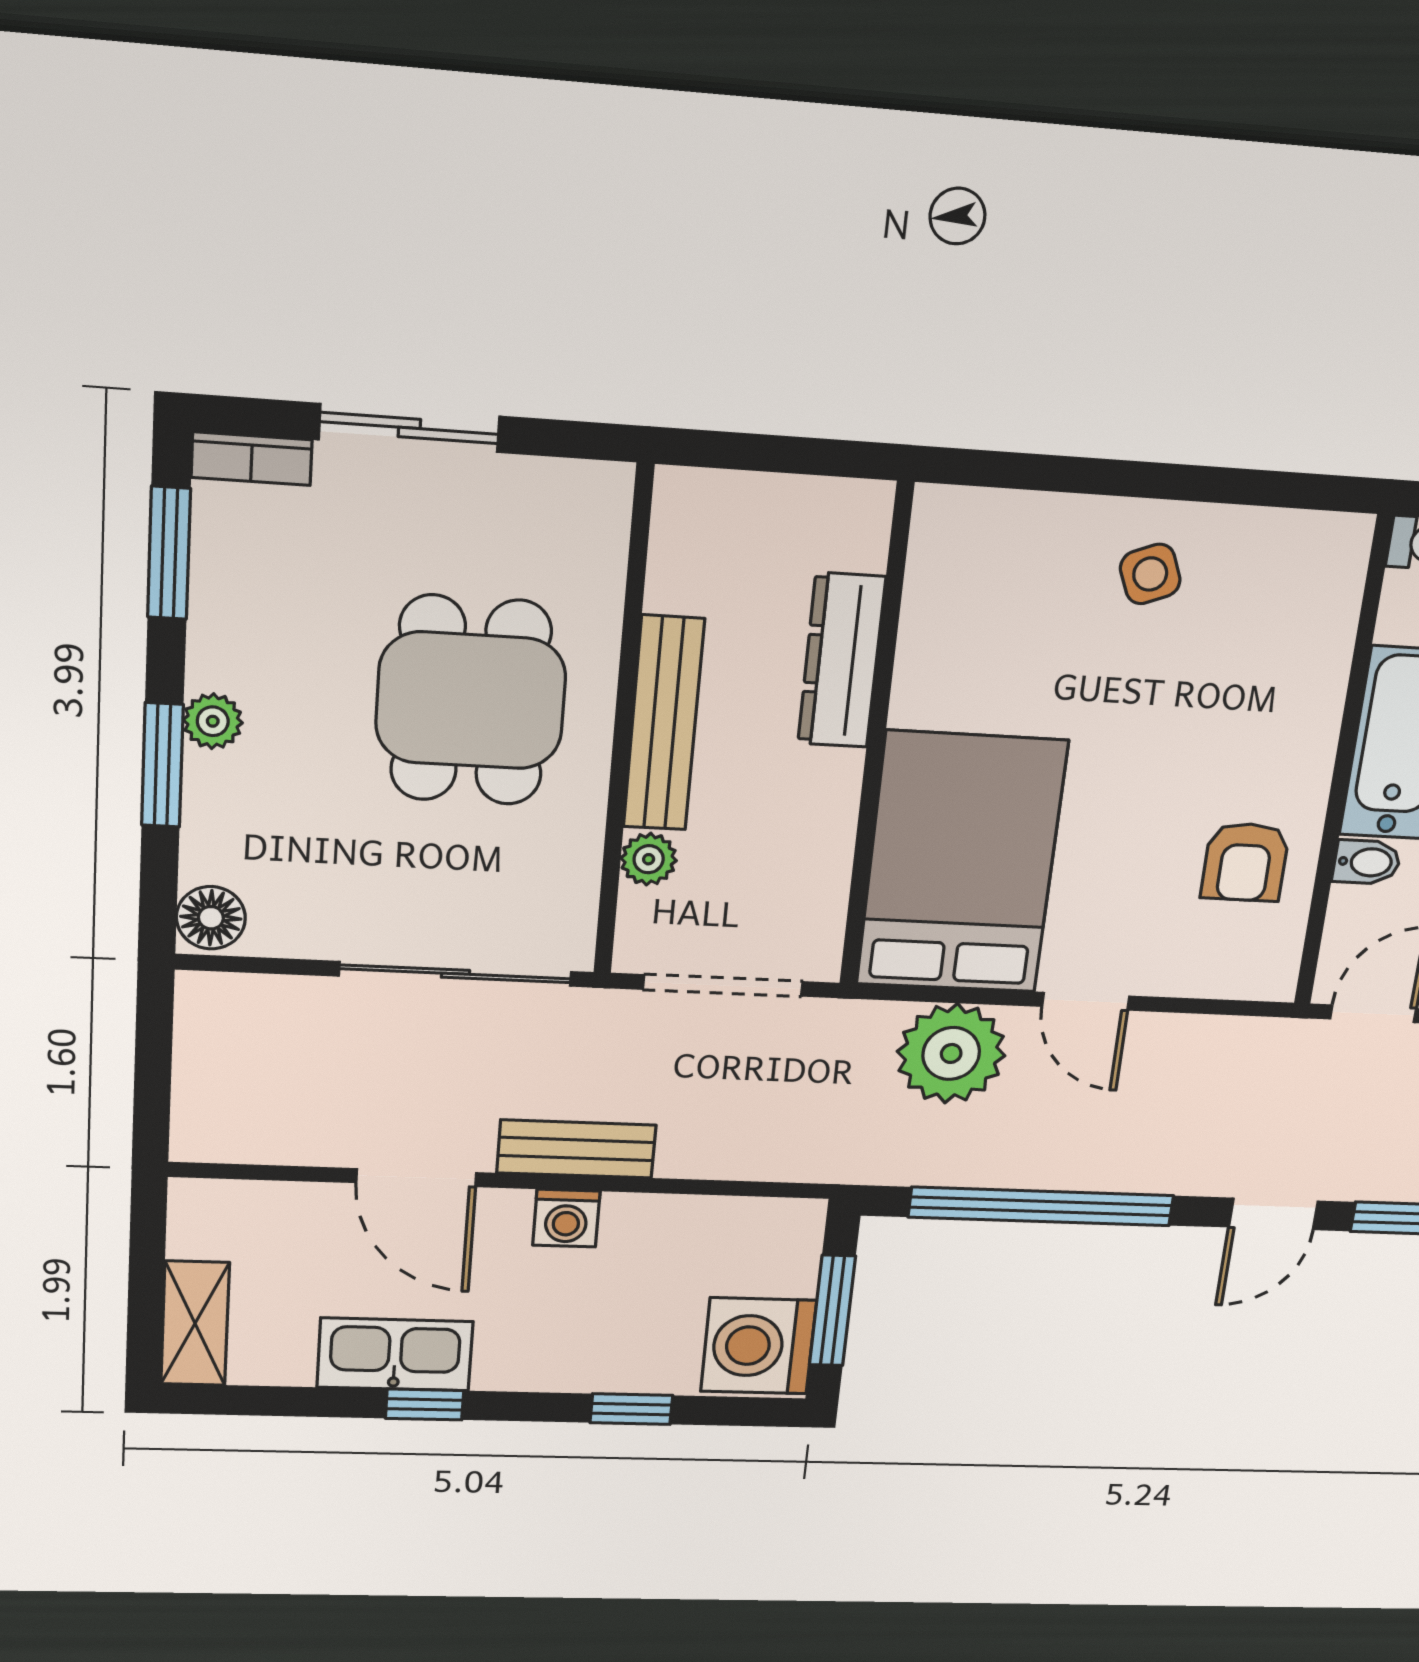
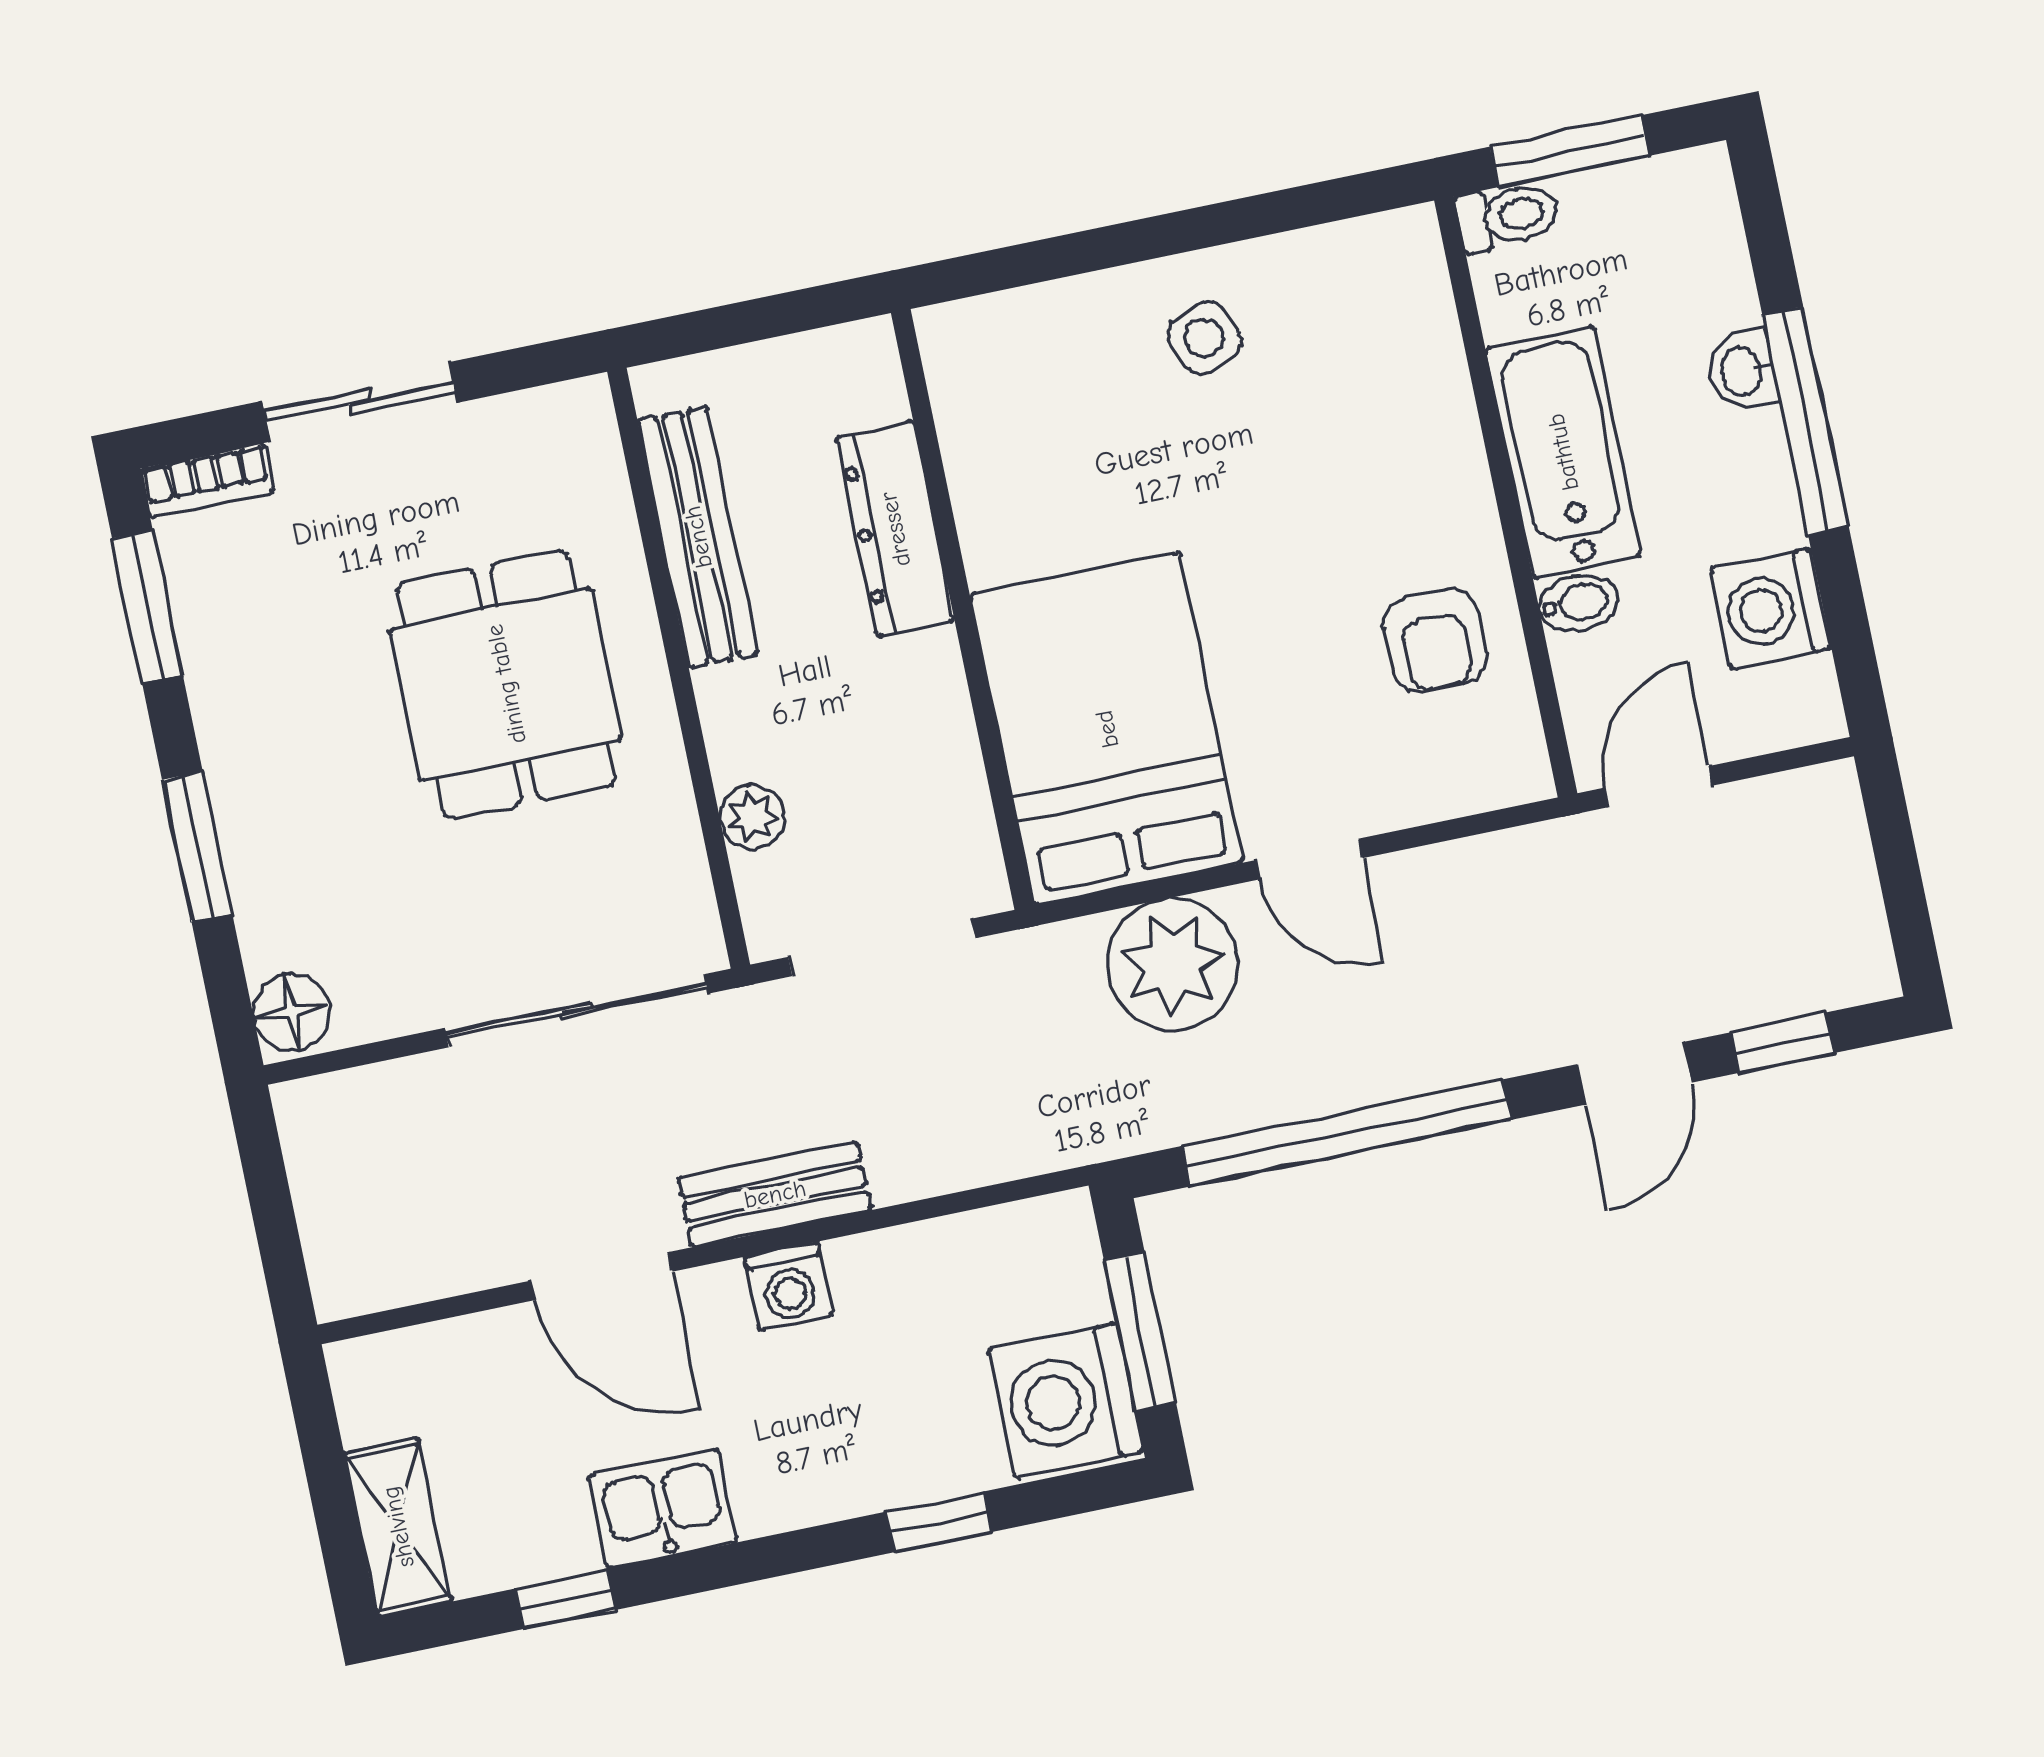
plant: (213, 721) -> (238, 782), removed
bench: (664, 723) -> (698, 537), moved
kitchen sink: (395, 1354) -> (663, 1509), width x0.73
window: (425, 1404) -> (565, 1599), moved

